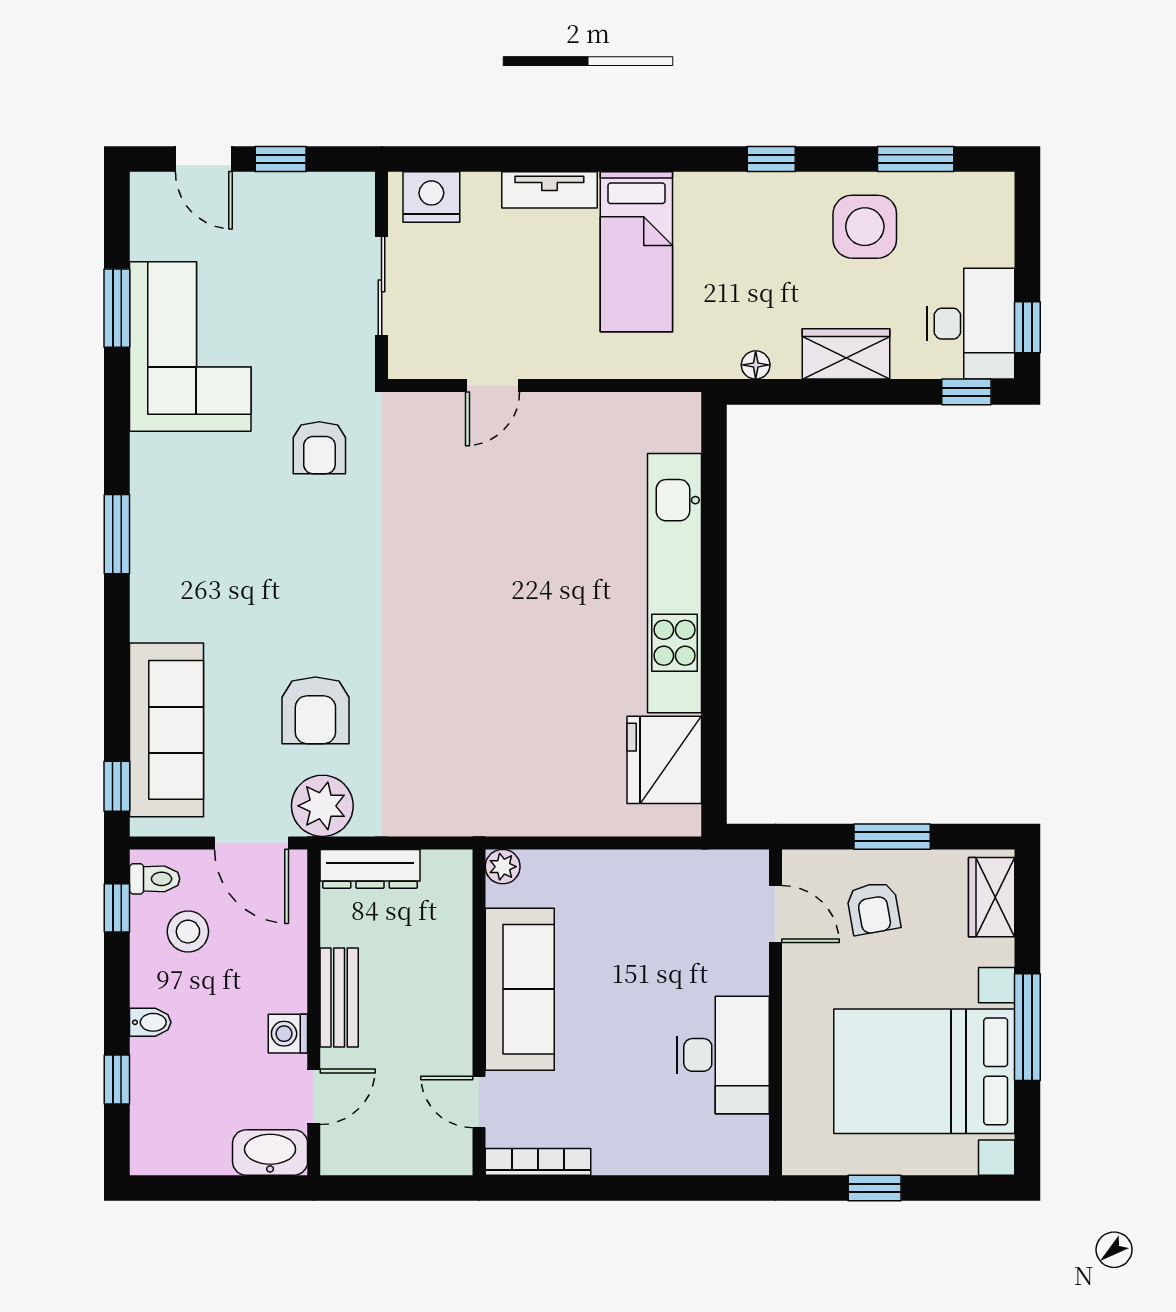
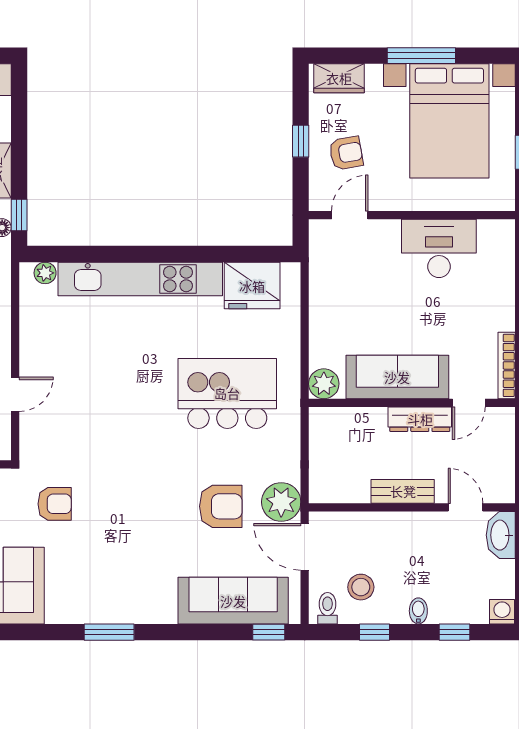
door: (493, 386) -> (15, 394), hinge flipped
window: (966, 392) -> (19, 215), moved
plant: (684, 433) -> (45, 273), added
kitchen island: (494, 721) -> (227, 393), added
window: (892, 837) -> (301, 141), width x0.67
door: (251, 843) -> (305, 547), swing flipped
plant: (503, 867) -> (324, 384), width x1.38, depth x1.38
dresser: (370, 869) -> (420, 419), moved, turned 90
window: (117, 908) -> (375, 632), moved
washing machine: (288, 1034) -> (502, 612), moved, turned 180

